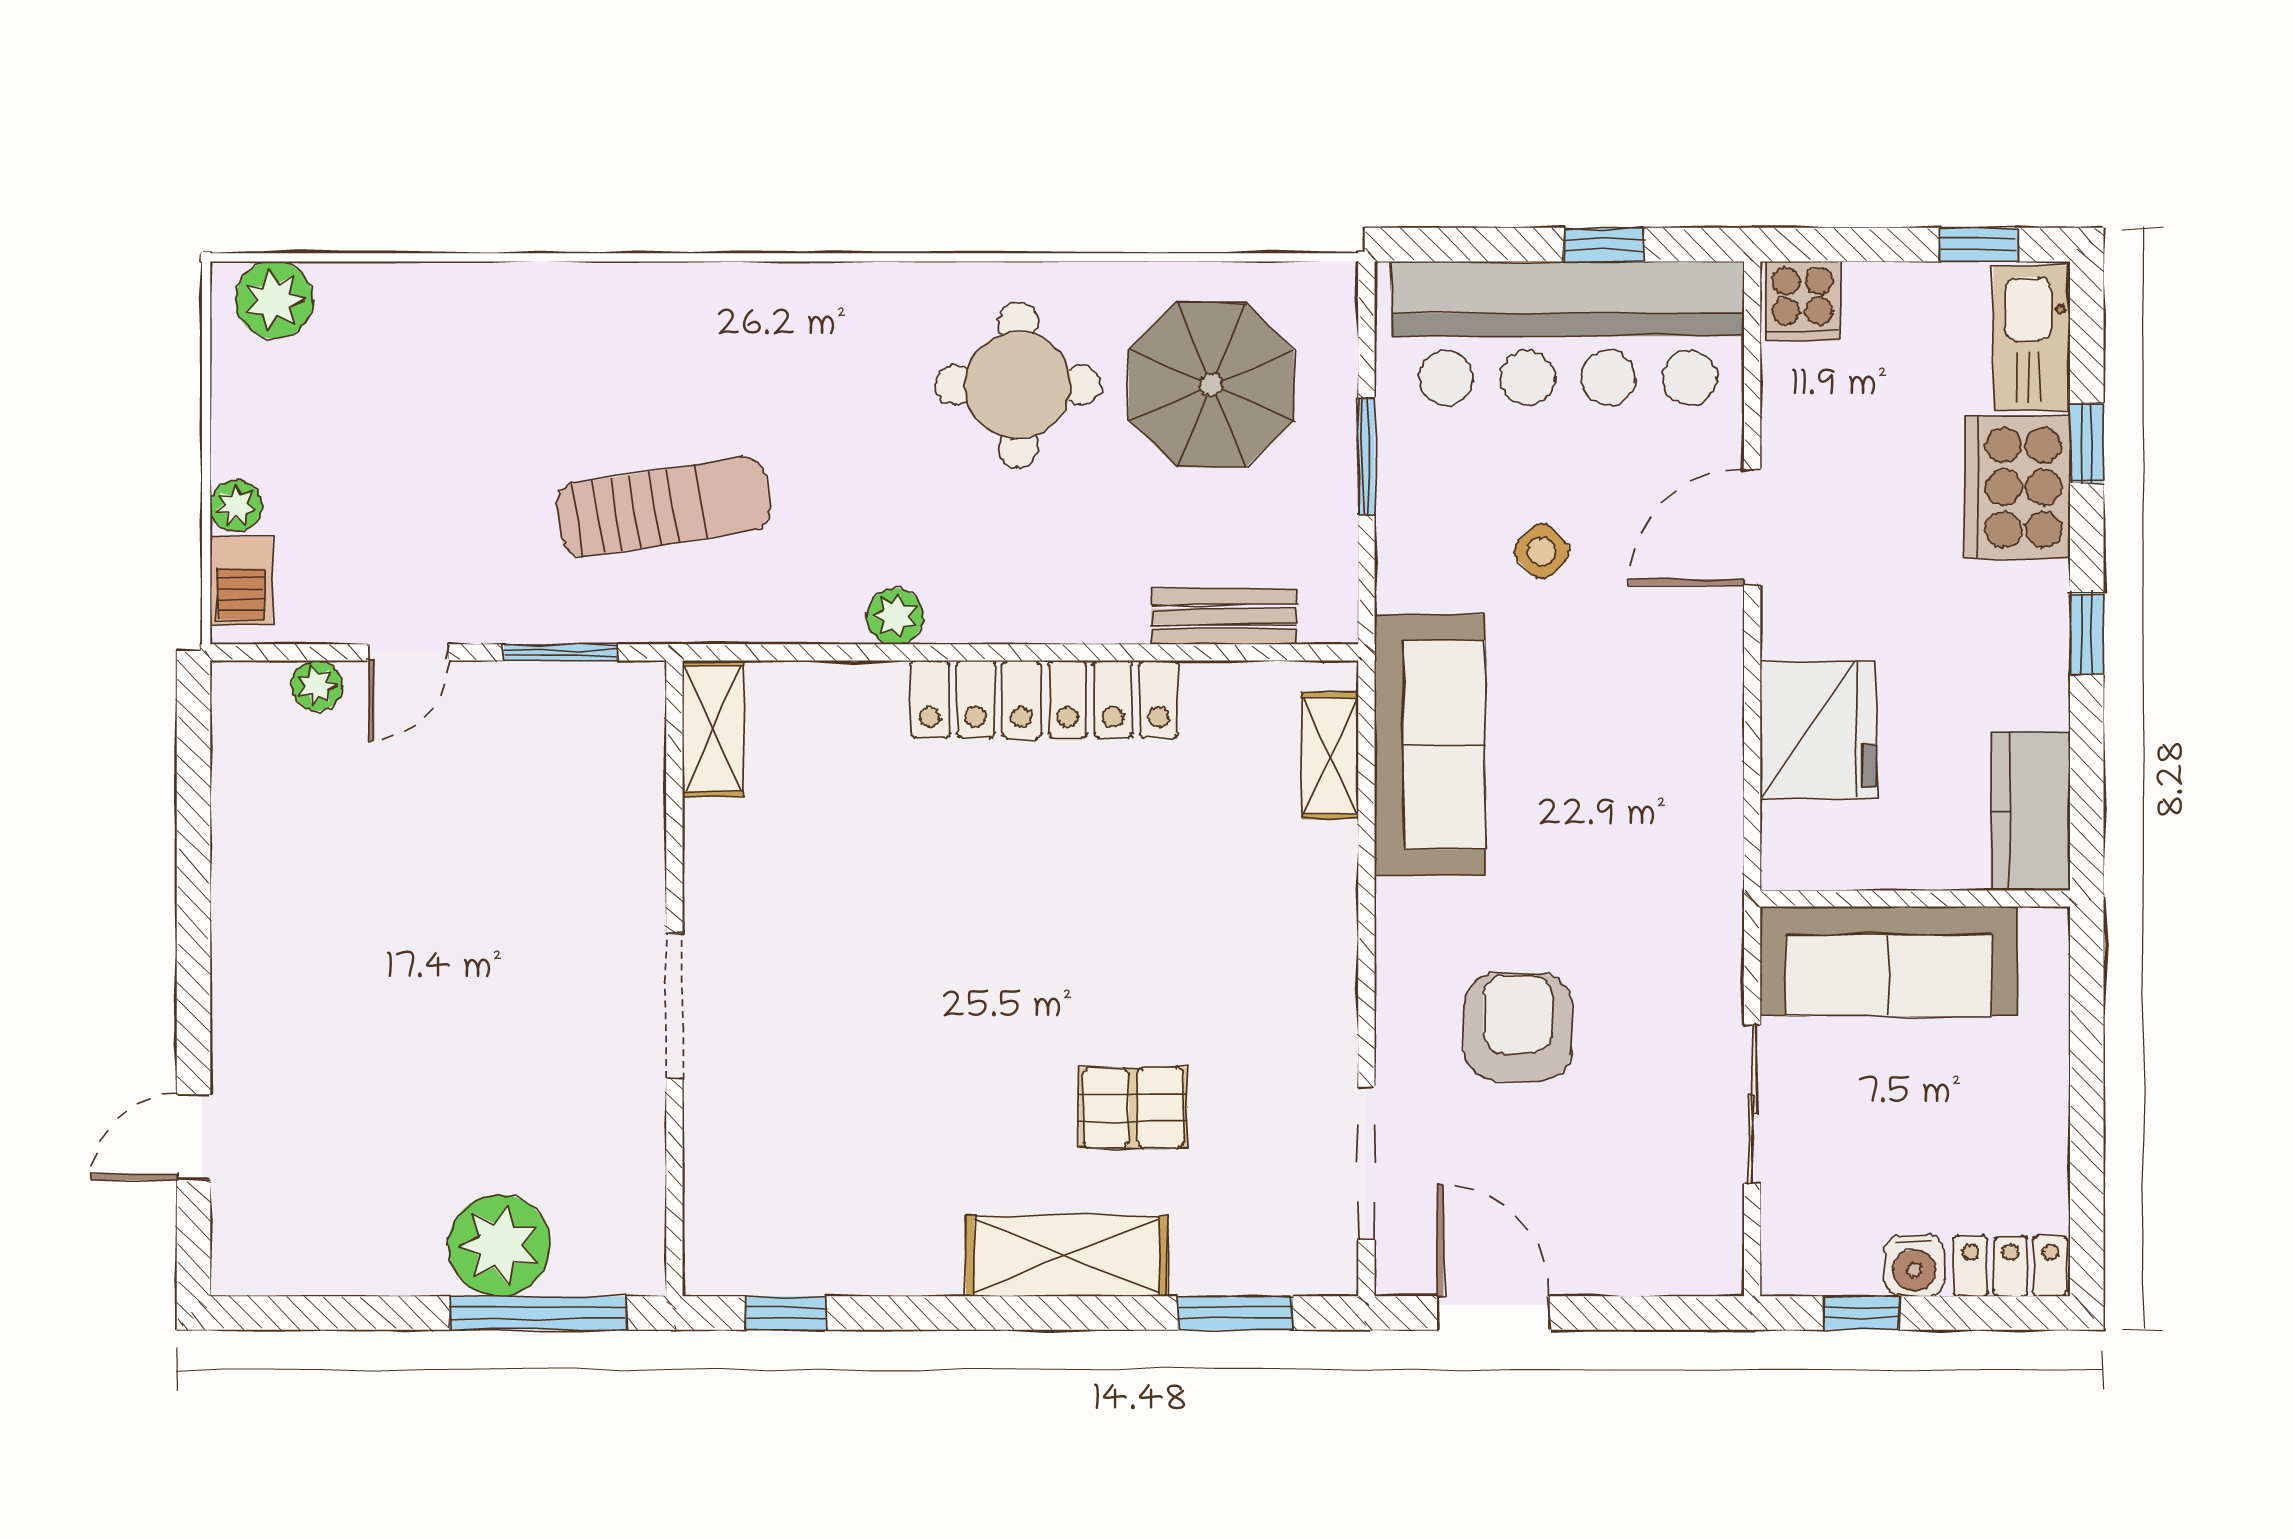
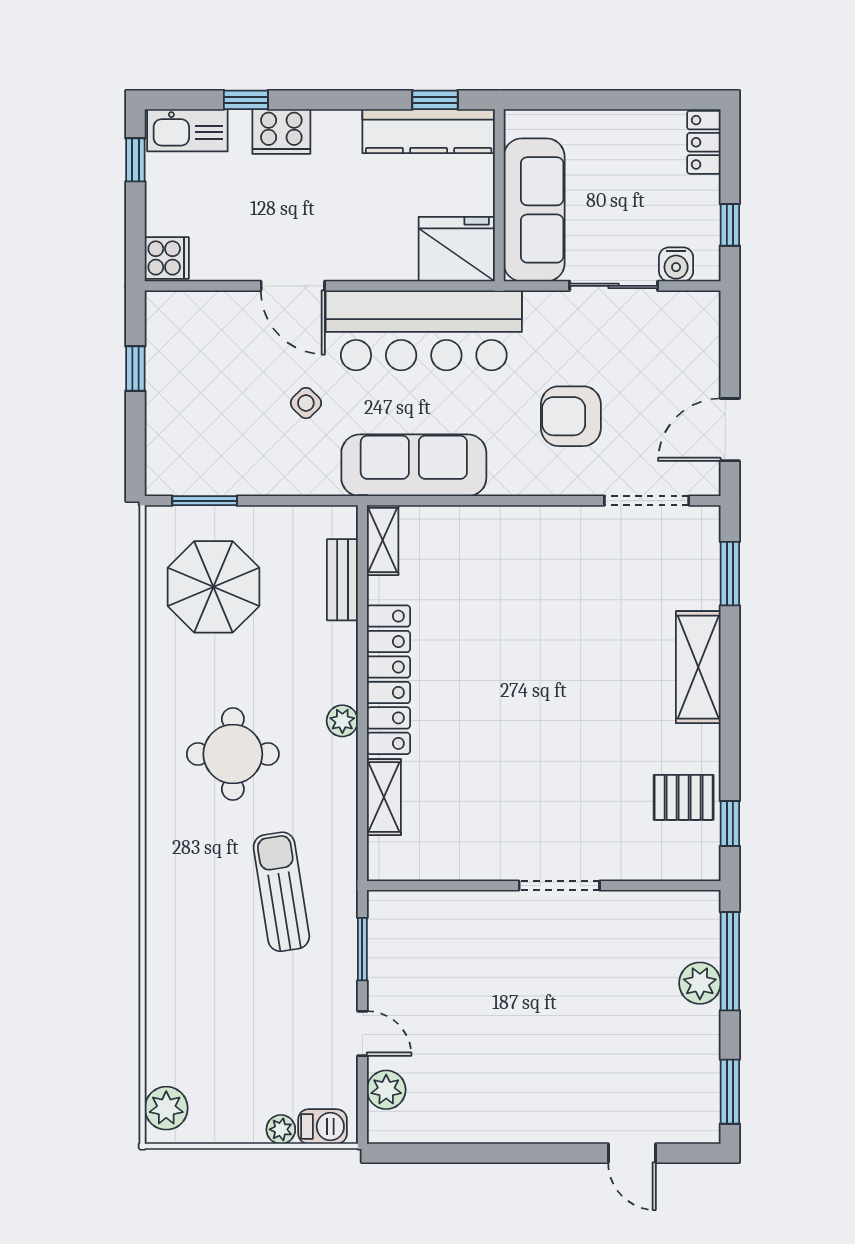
bar counter: (1568, 333) -> (424, 330), moved, turned 90
round table: (1018, 385) -> (233, 754), moved
window: (1366, 456) -> (205, 501), moved
cooker: (2017, 487) -> (281, 131), width x0.73, depth x0.76
plant: (895, 616) -> (342, 721), moved
window: (2087, 634) -> (435, 100), moved
plant: (317, 686) -> (386, 1090), width x1.38, depth x1.38
shelving: (713, 729) -> (384, 797), moved, turned 90
fridge: (1818, 730) -> (457, 249), moved
shelving: (1330, 756) -> (383, 540), moved, turned 90
kitchen counter: (2030, 811) -> (429, 131), width x1.50
pallet: (1133, 1108) -> (684, 797), moved, turned 90
plant: (499, 1245) -> (700, 983), width x0.73, depth x0.73
water cooler: (1914, 1266) -> (676, 264), moved, turned 90
window: (304, 1313) -> (730, 1092), added

